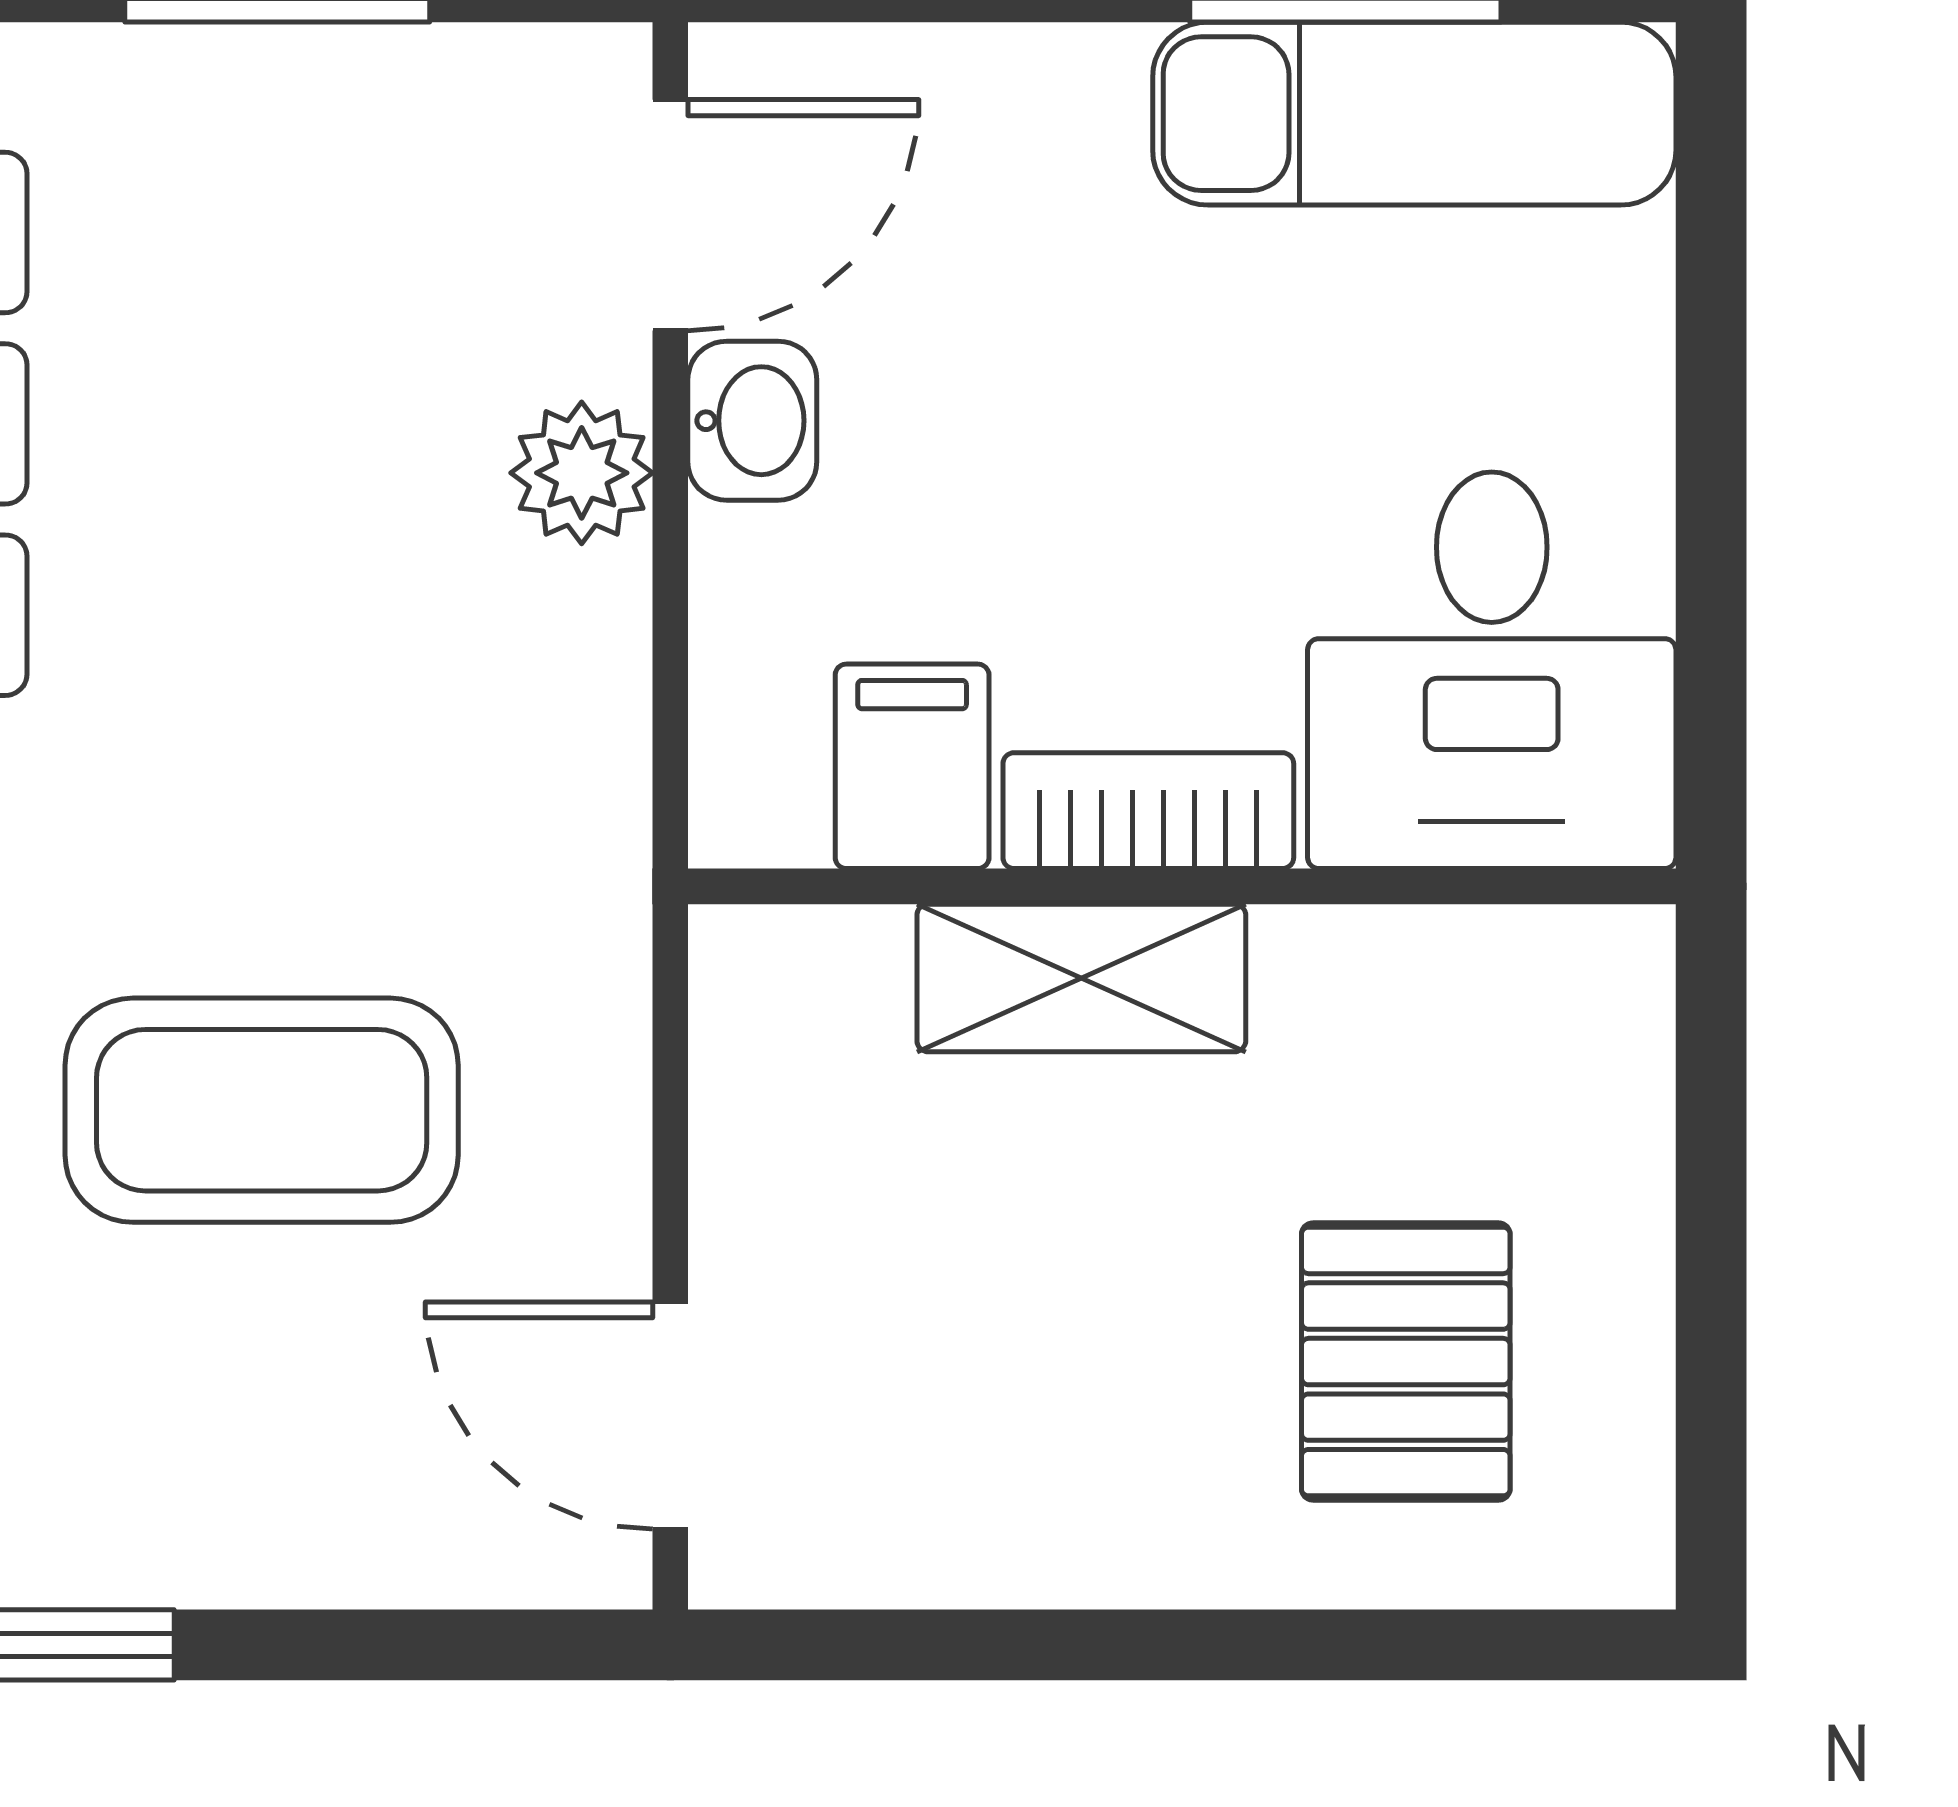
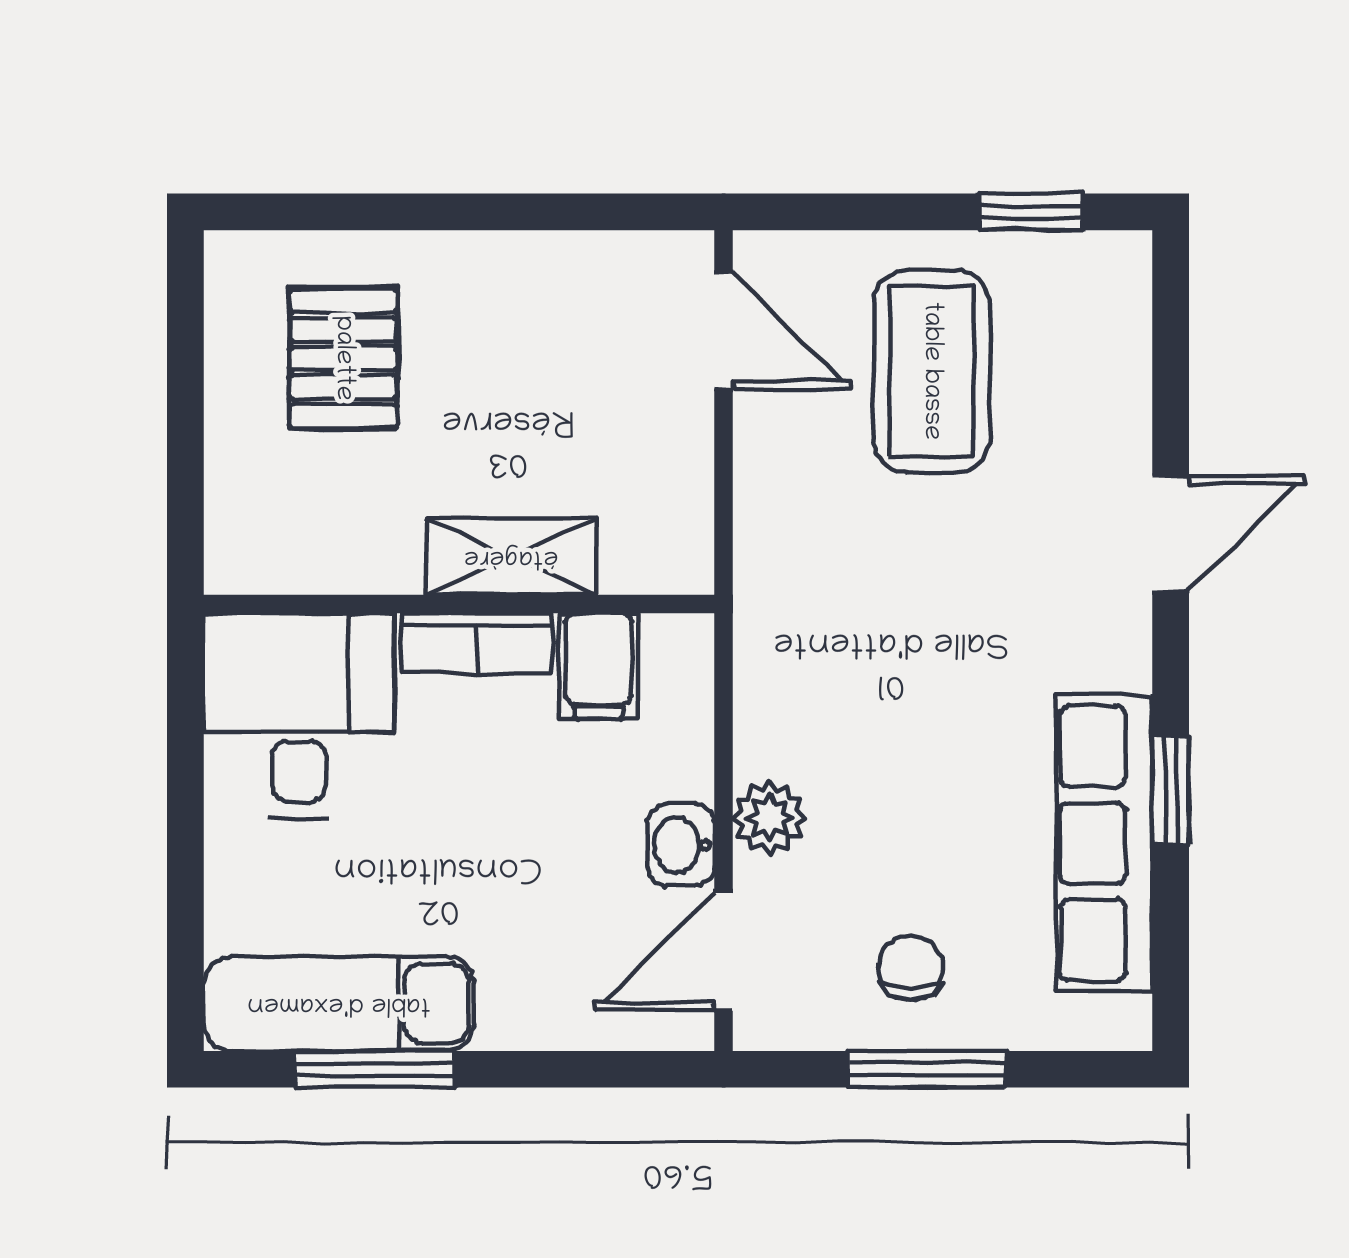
chair: (309, 183) -> (911, 968), added
coffee table: (262, 1110) -> (931, 371), moved, turned 90

